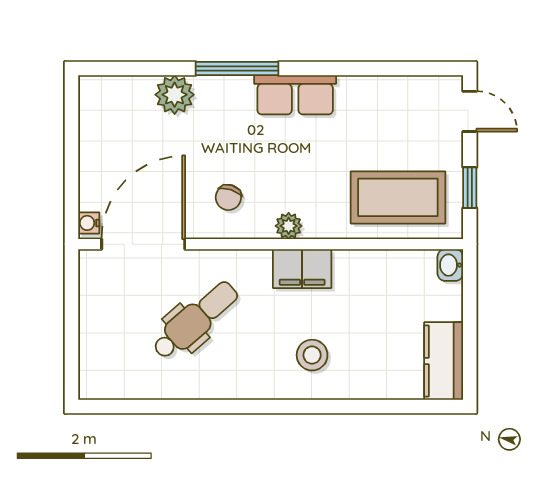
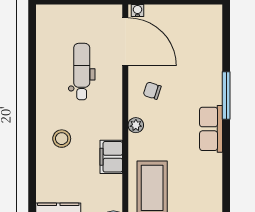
plant: (175, 95) -> (211, 60), removed
filing cabinet: (302, 269) -> (111, 157), moved
dental chair: (195, 320) -> (82, 72), turned -139

